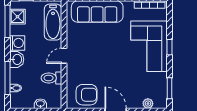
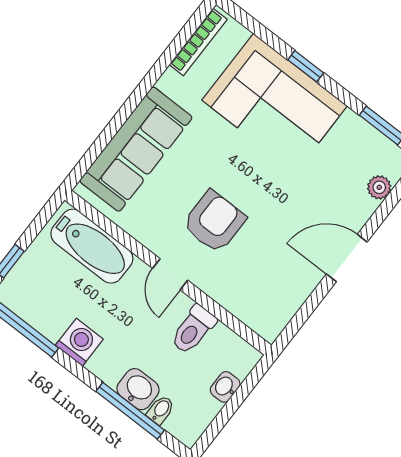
shower: (17, 17) -> (31, 304), removed
washbasin: (17, 59) -> (138, 389), moved
armchair: (87, 95) -> (214, 222), moved

